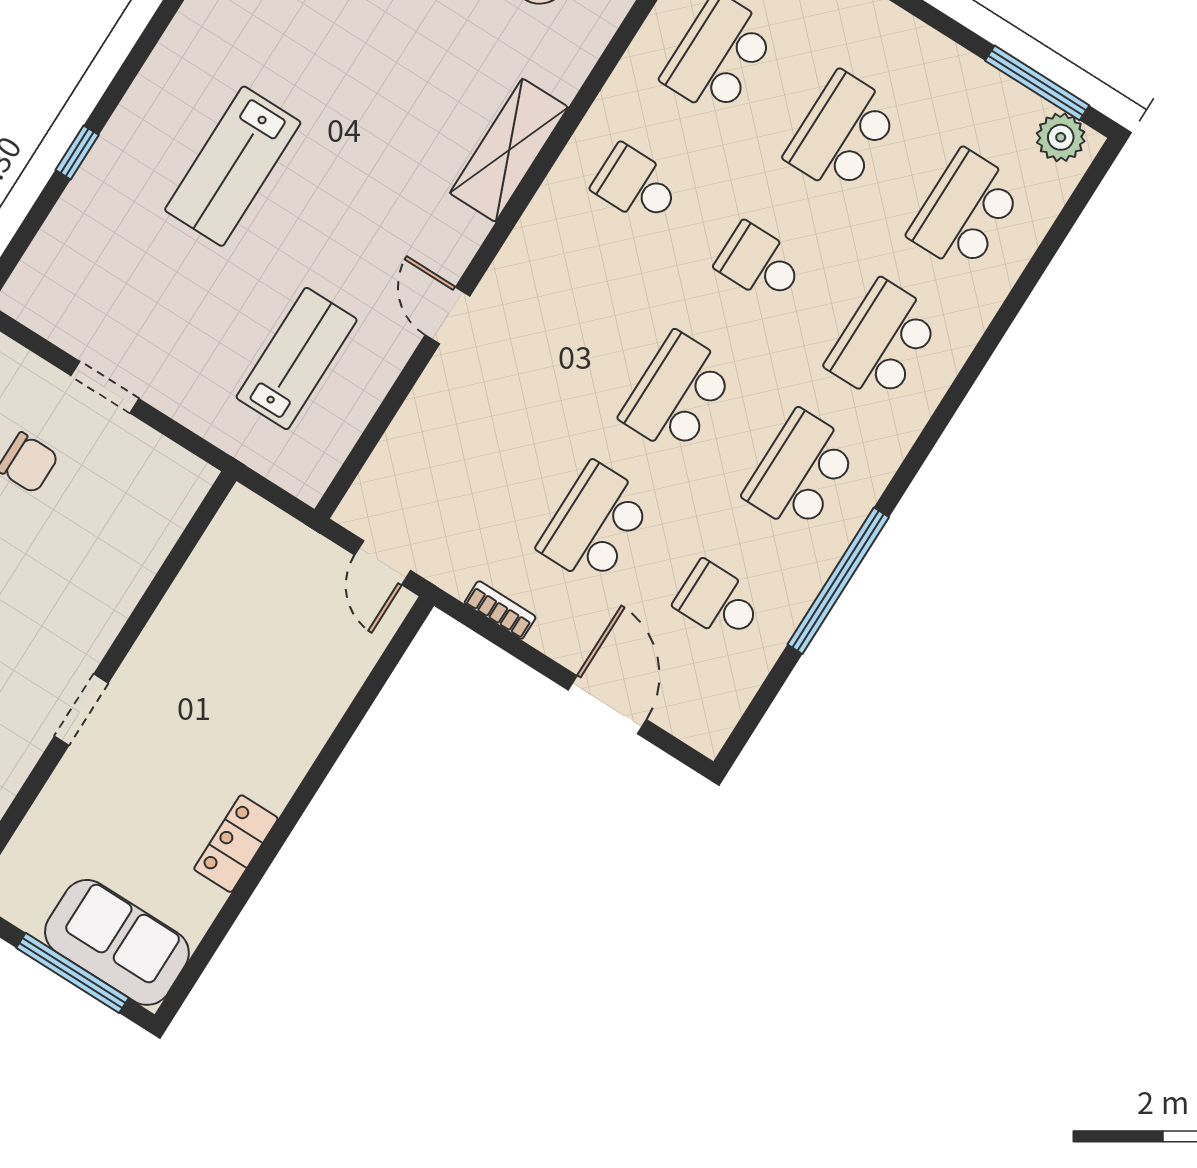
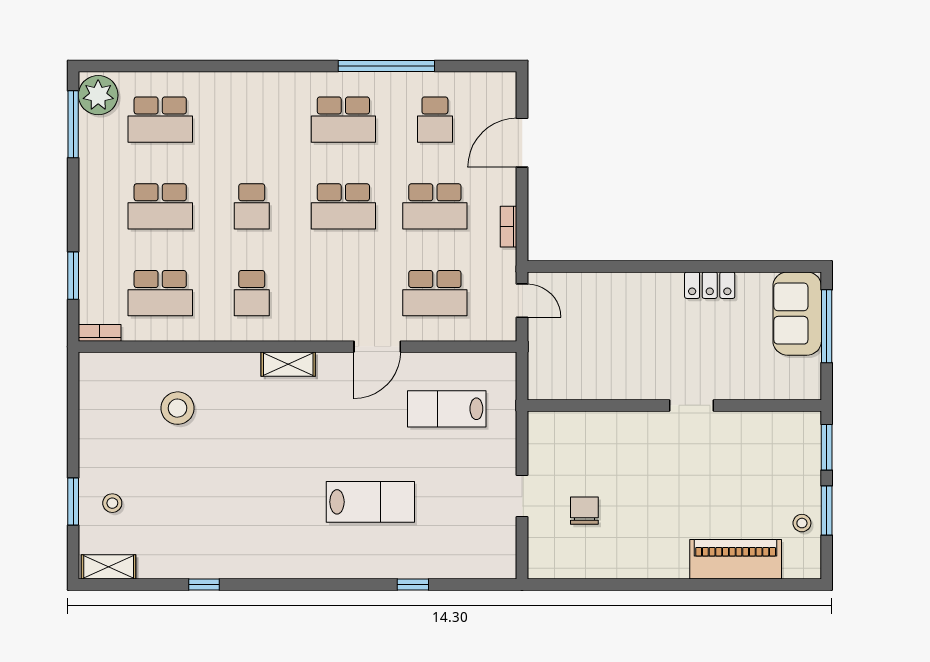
plant: (1061, 137) -> (98, 95), width x1.36, depth x1.36
shelving: (509, 150) -> (288, 364), width x0.67, depth x0.75
door: (447, 315) -> (377, 347), width x1.38
school desk: (883, 341) -> (435, 293), moved
door: (383, 563) -> (522, 301), hinge flipped

